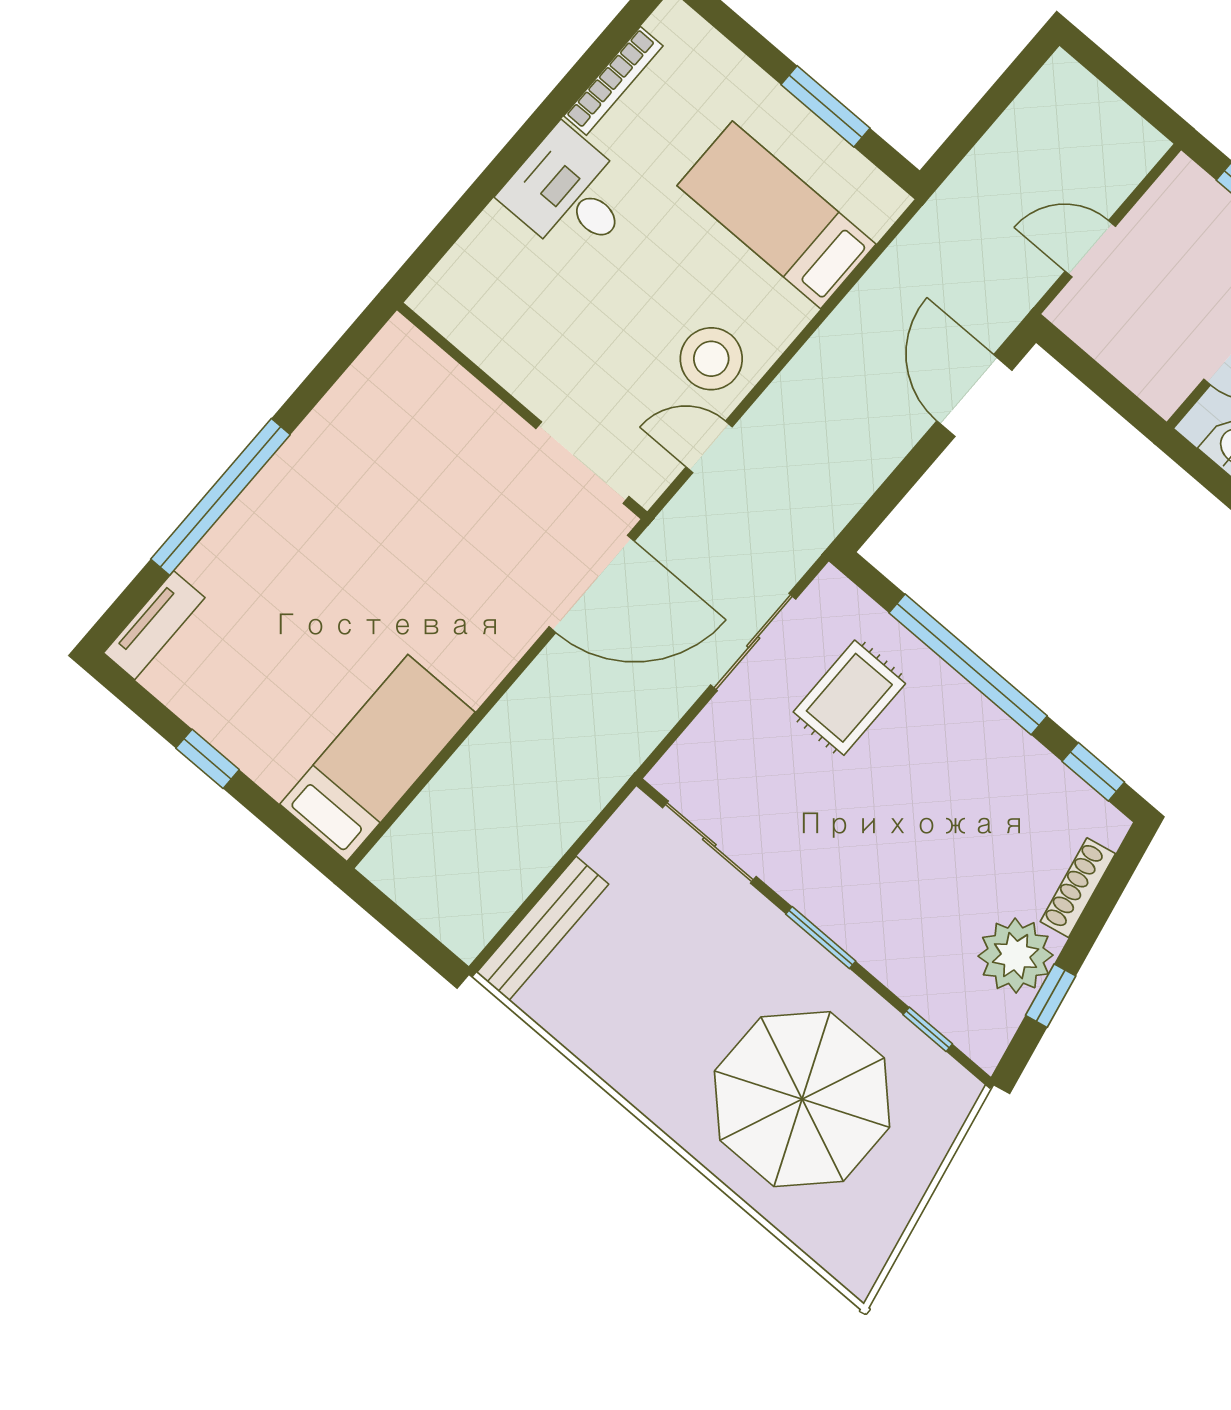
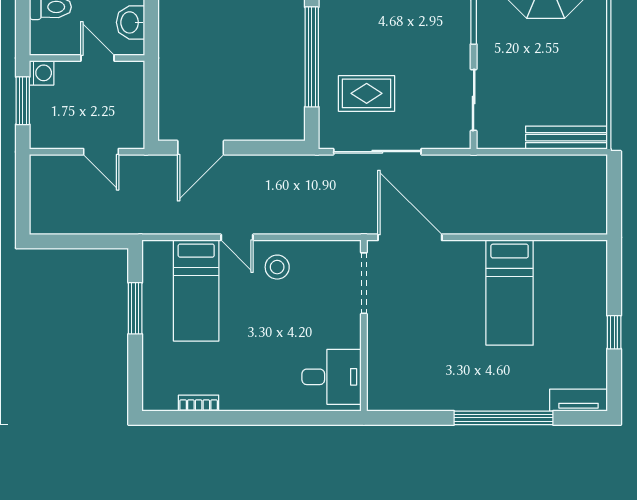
bookcase: (613, 81) -> (199, 403), width x0.64
desk: (570, 194) -> (332, 377), moved, turned -90
stool: (711, 359) -> (277, 267), width x0.73, depth x0.73
door: (709, 447) -> (237, 237), moved
sliding door: (753, 642) -> (377, 152), width x1.37
bed: (377, 758) -> (510, 293), moved, turned -90

